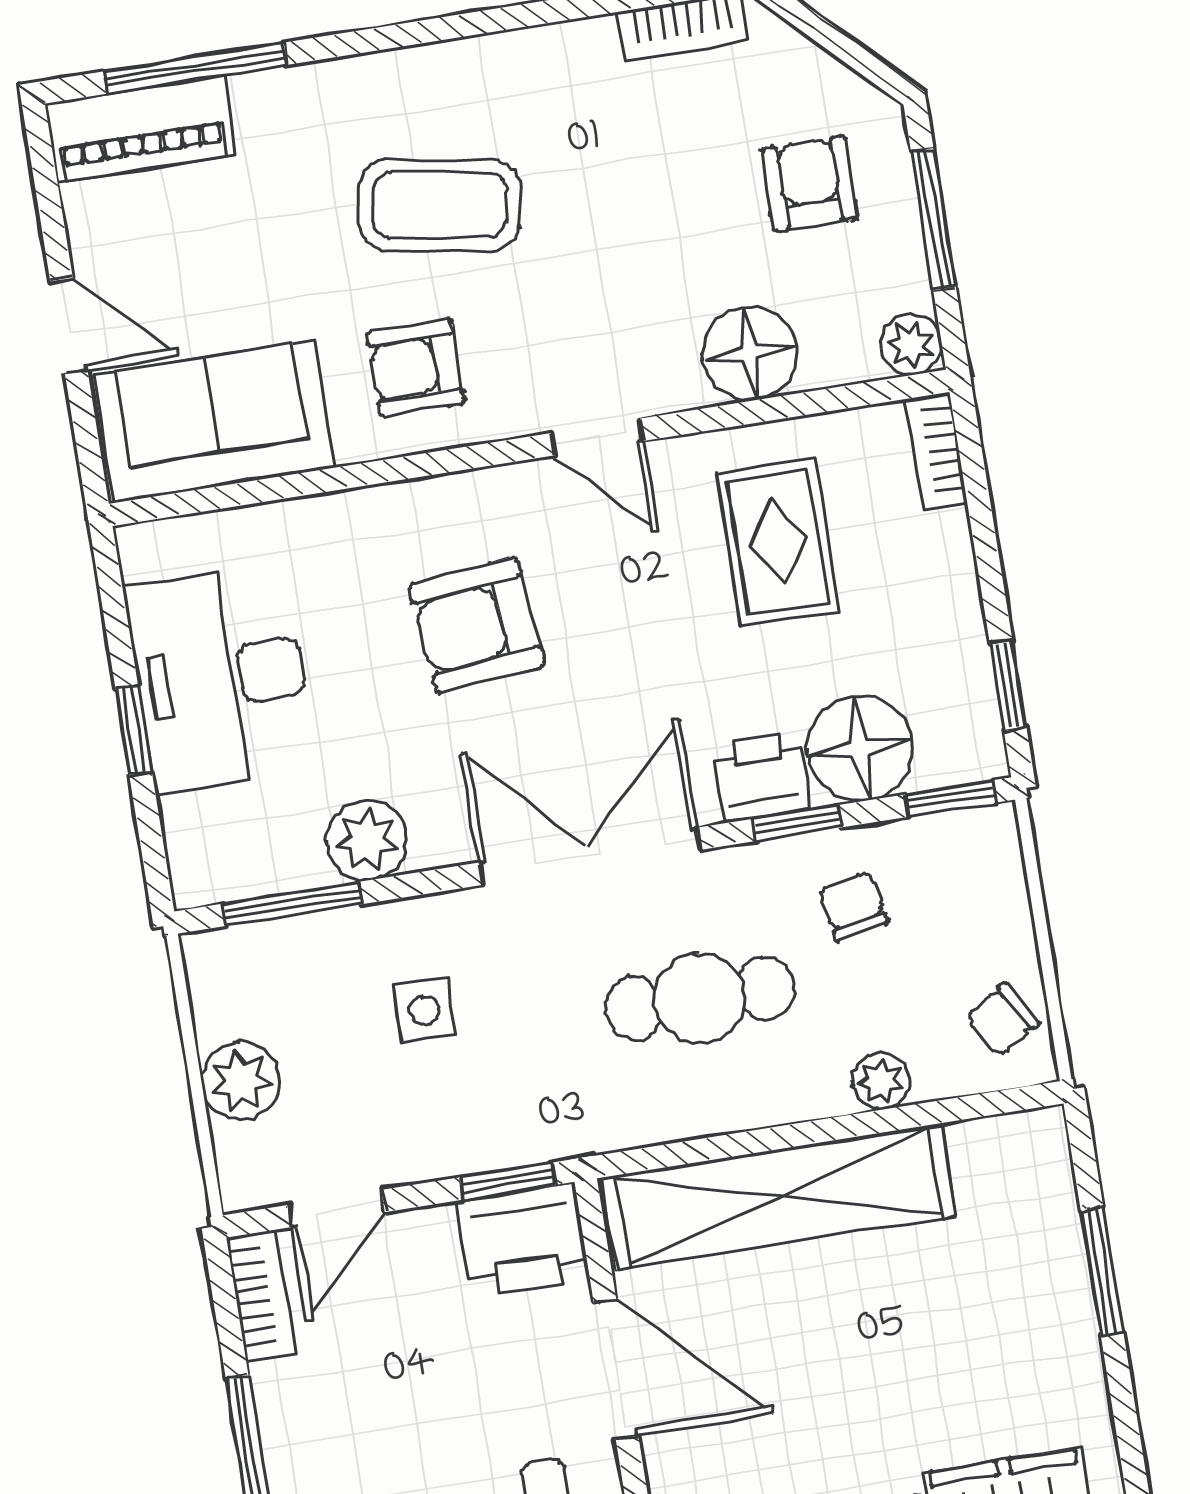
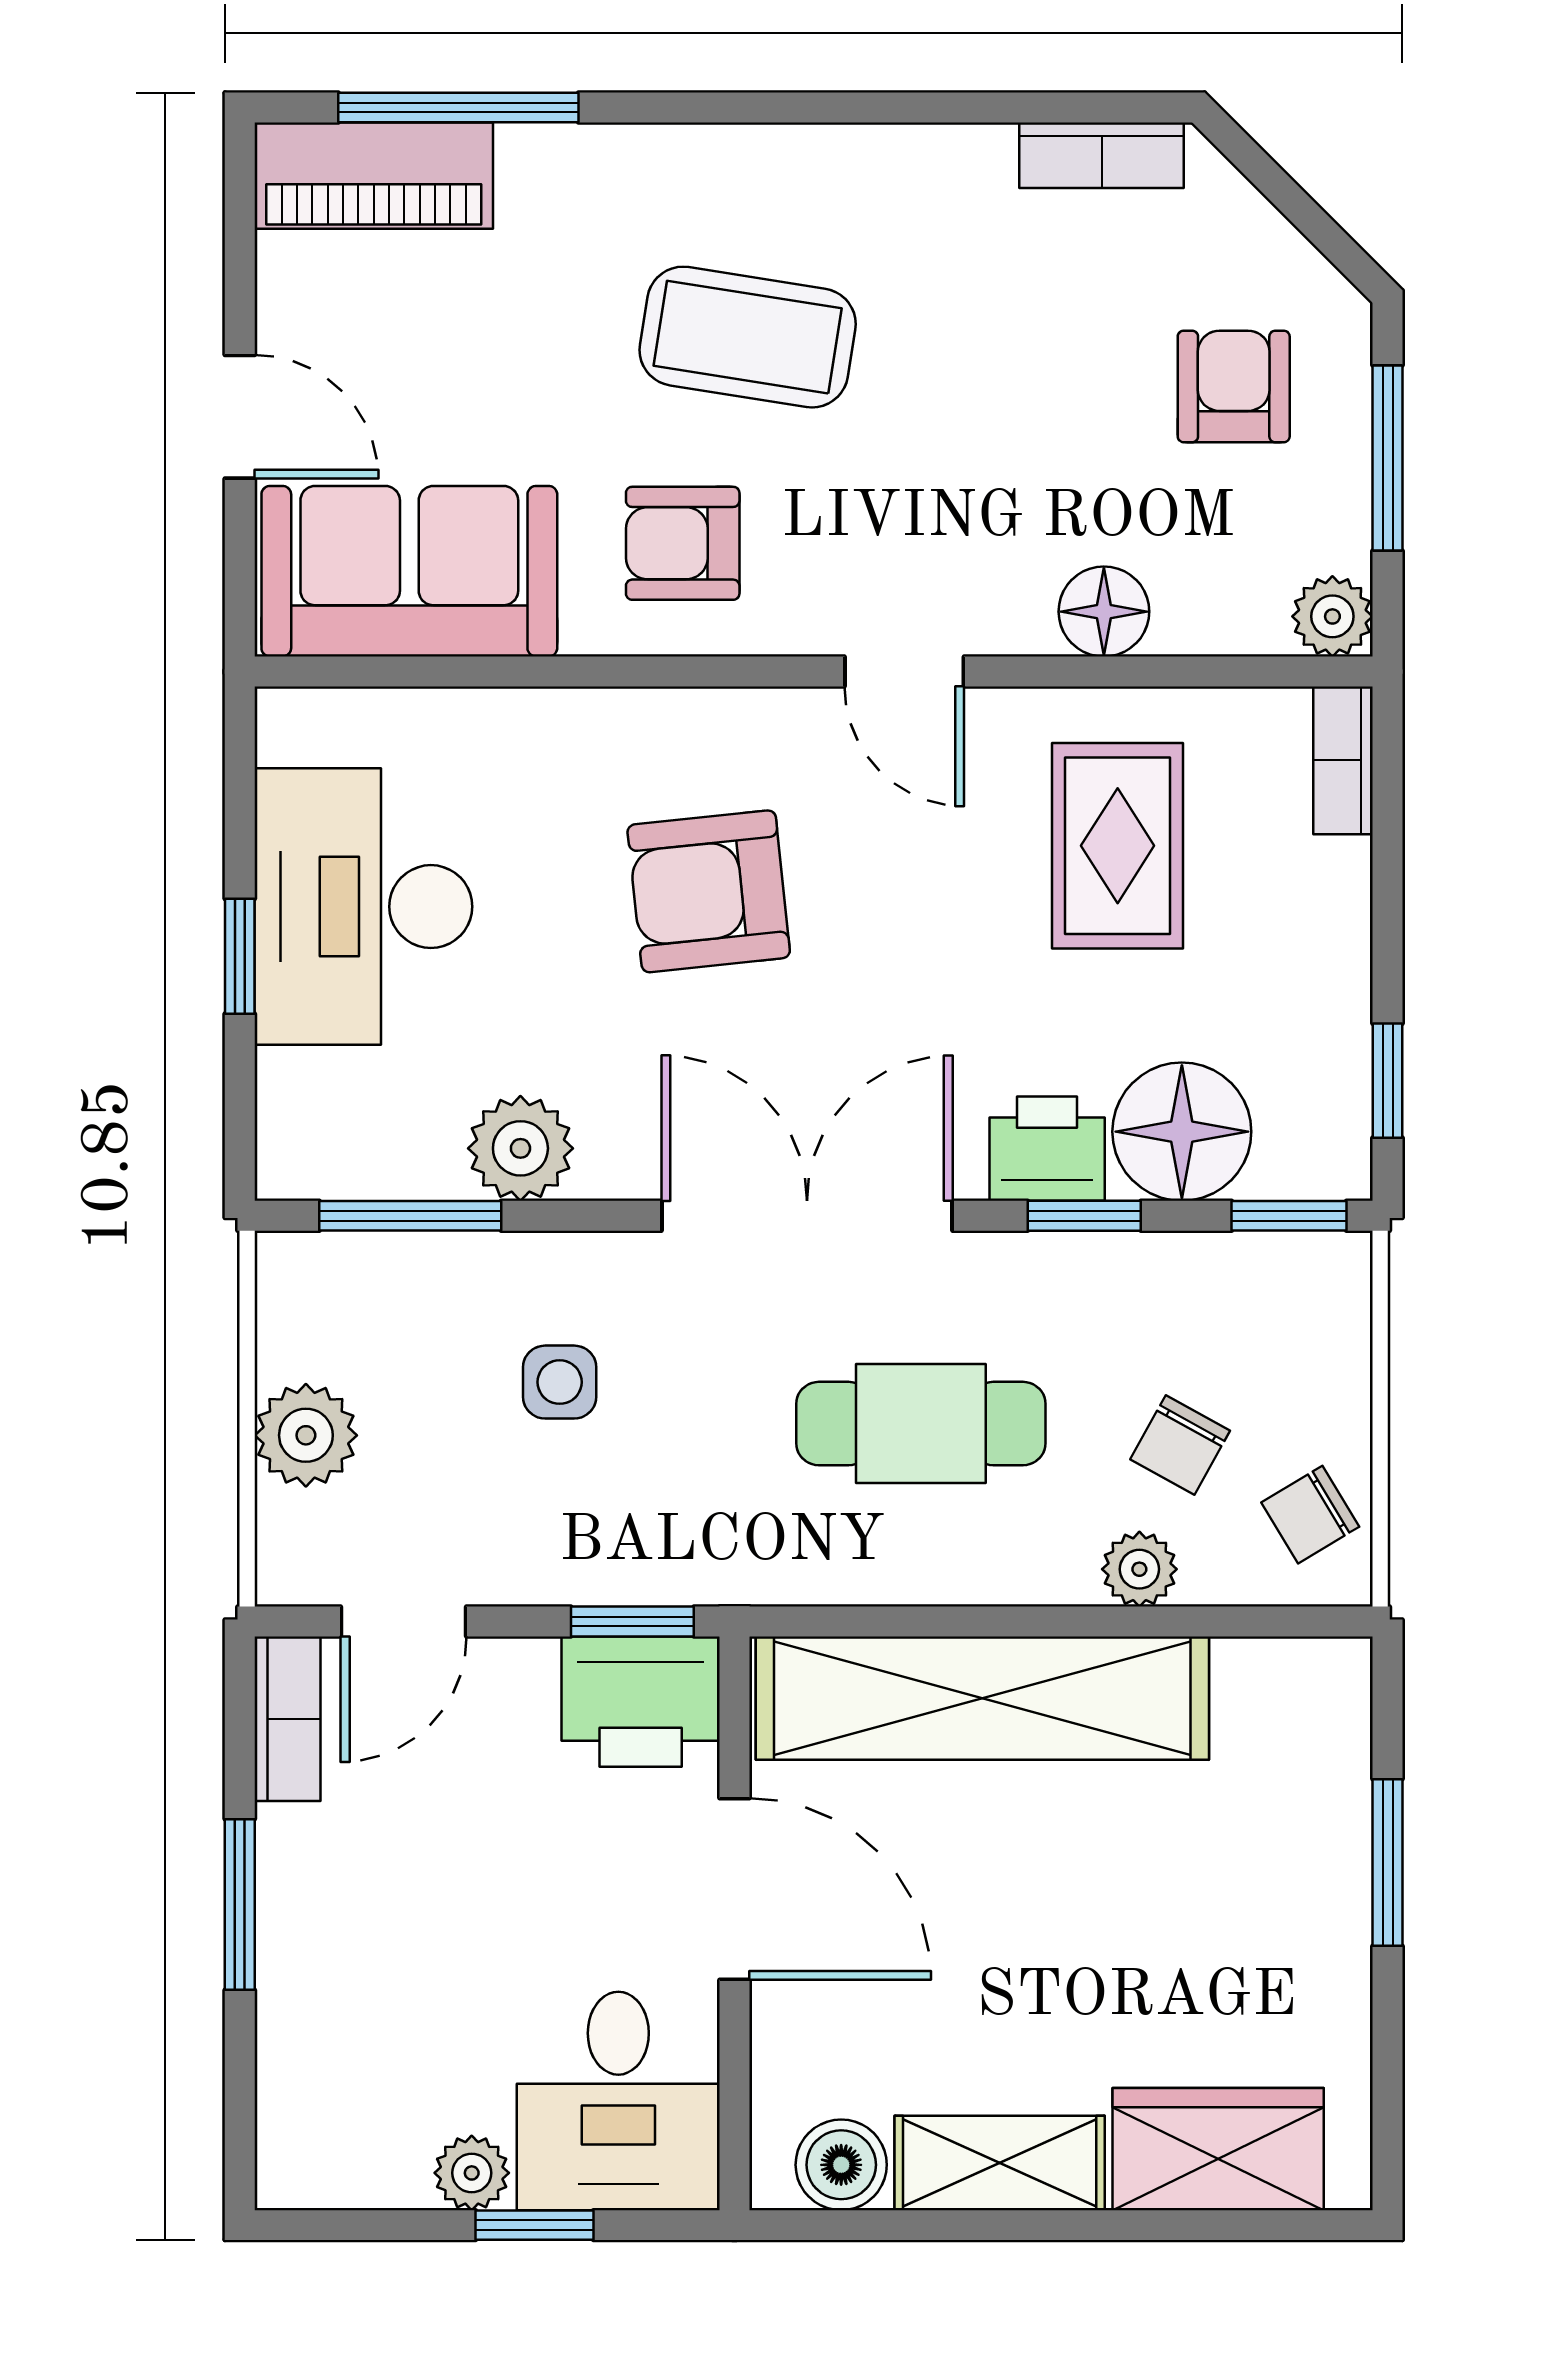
floor lamp: (750, 353) -> (1104, 612), width x0.73, depth x0.73
chair: (853, 906) -> (1180, 1445), moved, turned -140

